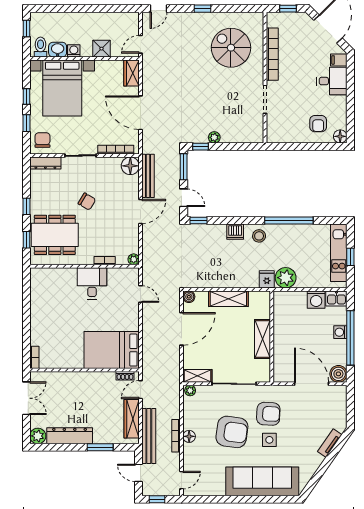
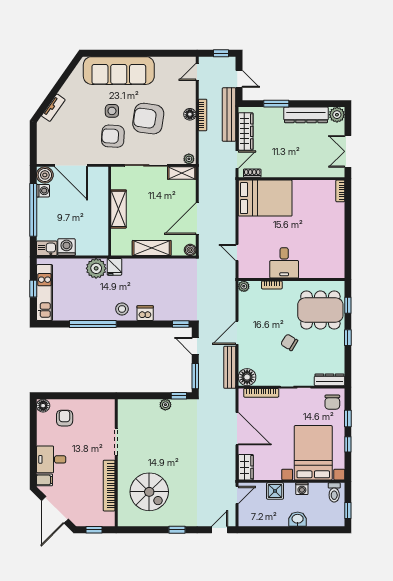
washbasin: (58, 50) -> (298, 519), moved, turned 180
washing machine: (340, 332) -> (43, 191), moved

